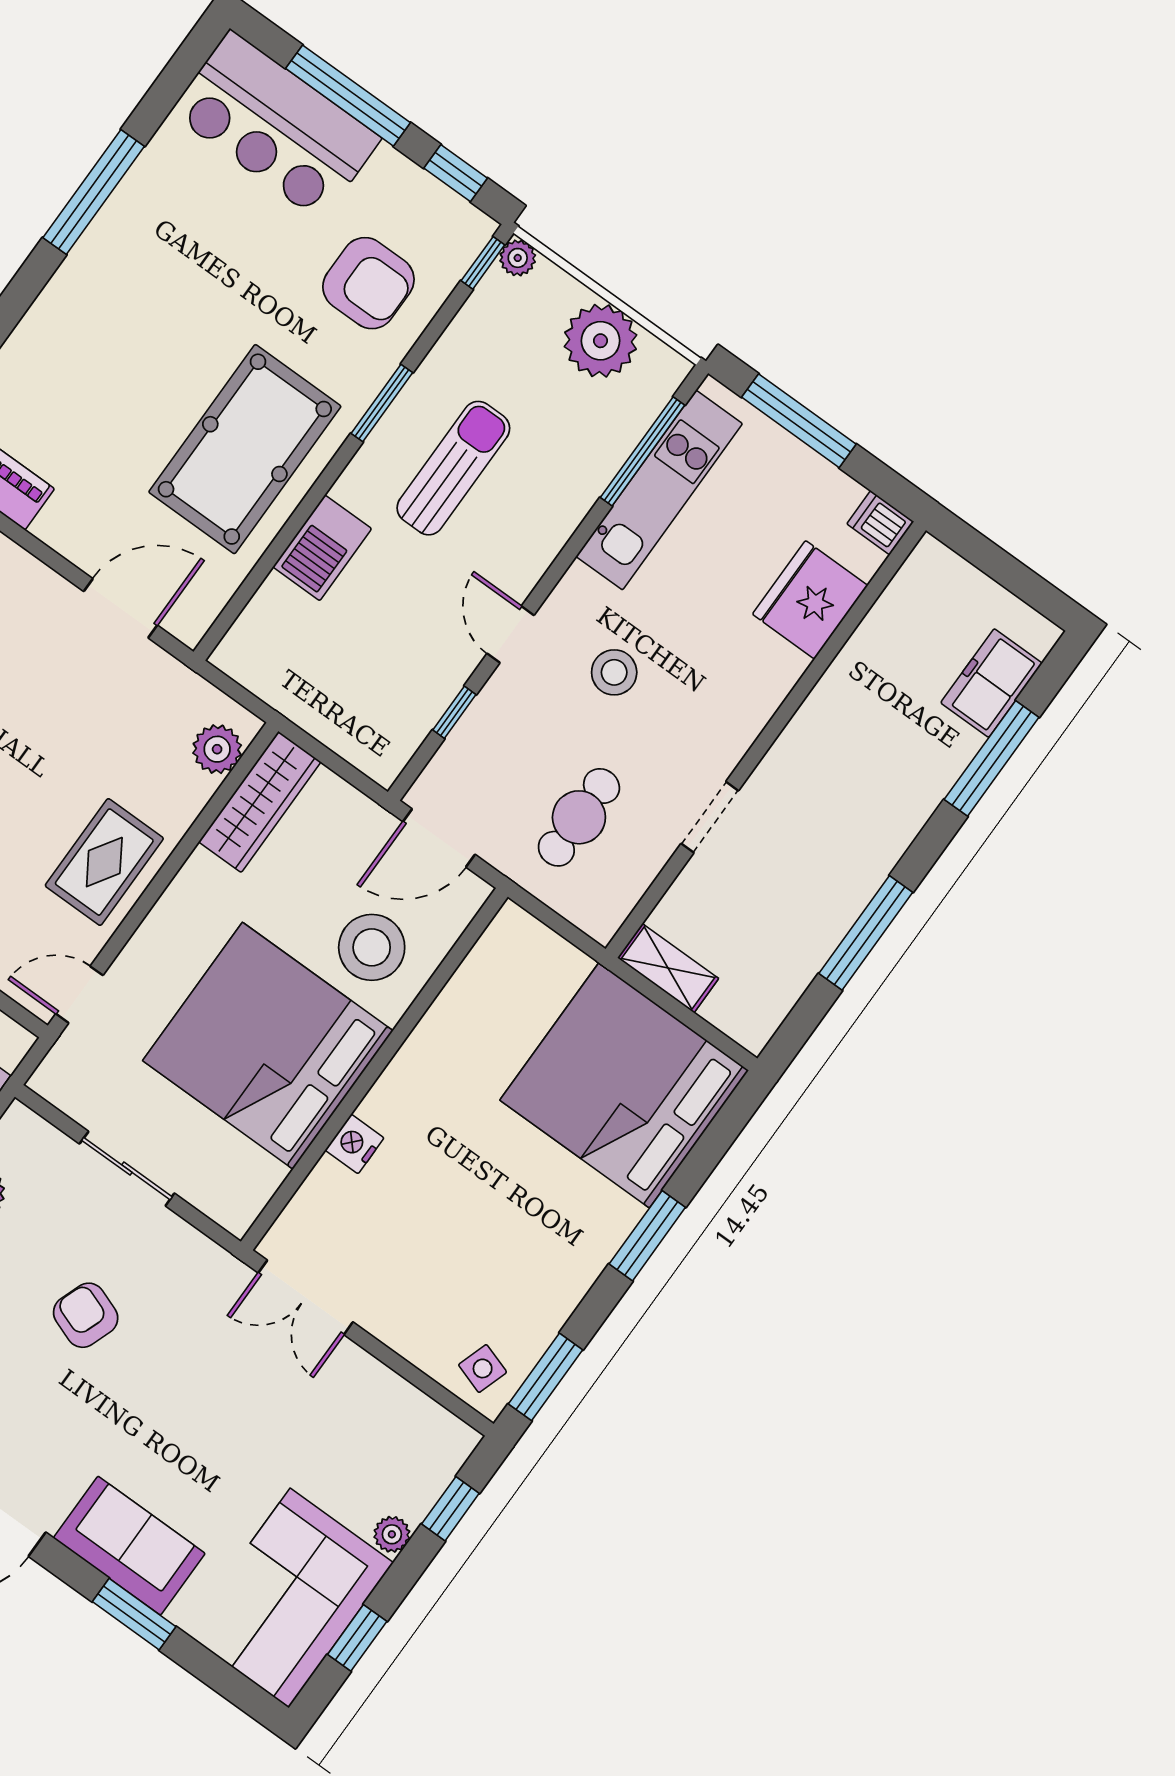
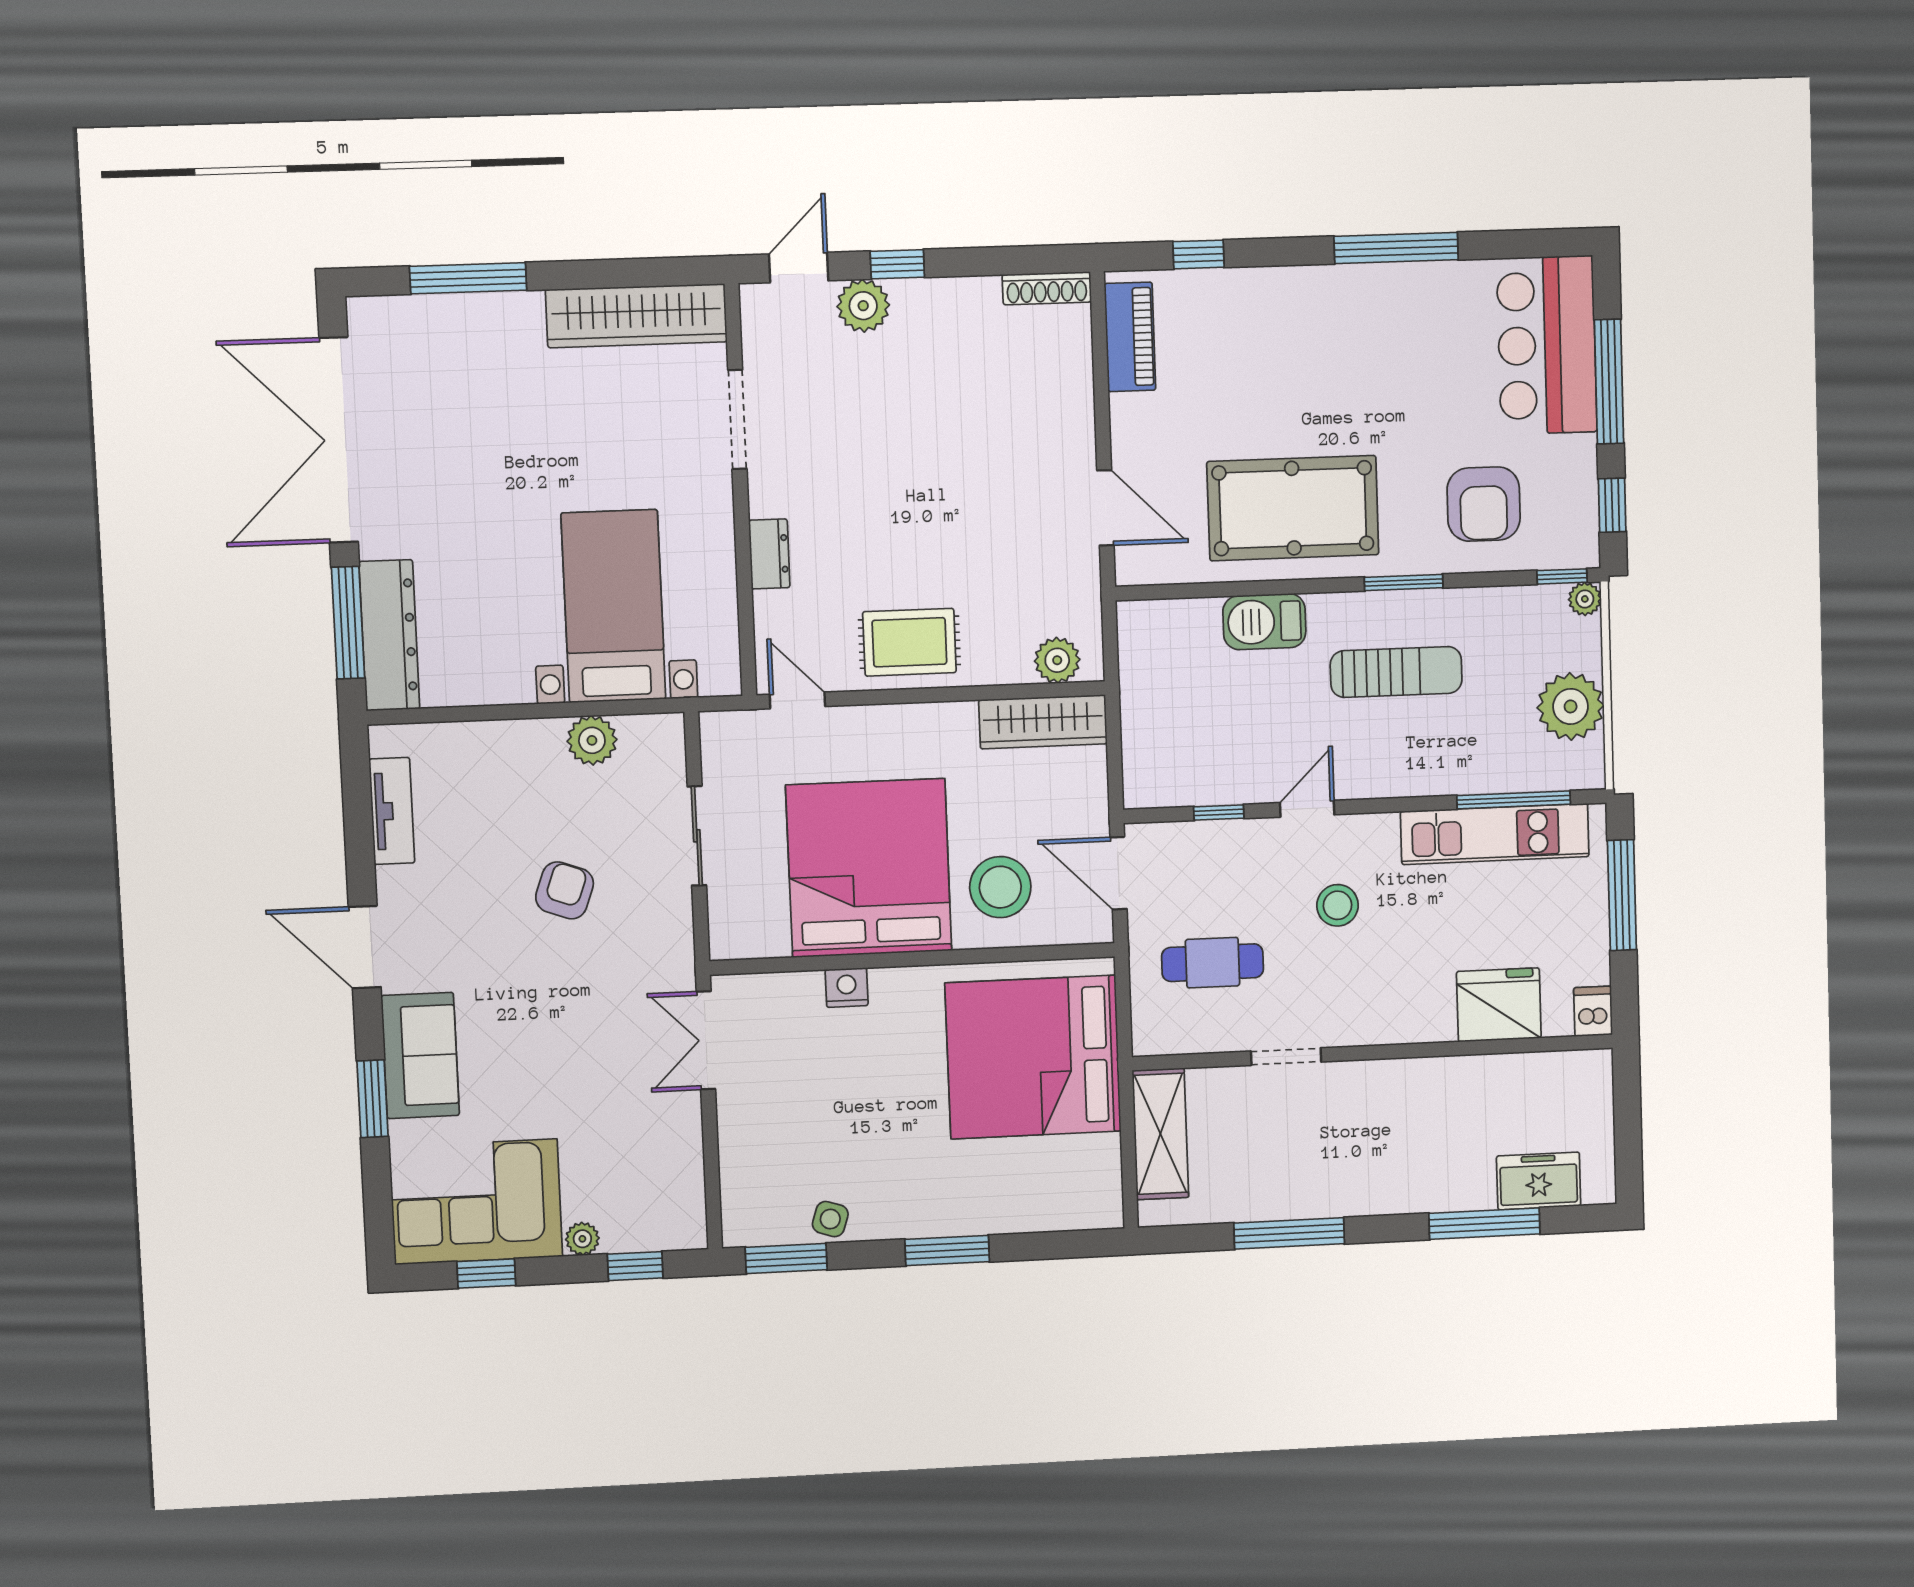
shelving: (668, 968) -> (1160, 1134), width x1.50, depth x1.33
bed: (624, 1085) -> (1033, 1057), moved, turned -90
side table: (483, 1368) -> (830, 1219), moved

